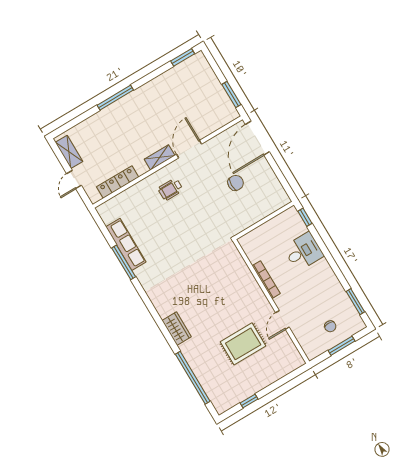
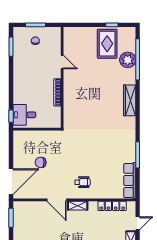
door: (189, 149) -> (57, 200), hinge flipped
row of seats: (126, 244) -> (130, 180), moved
desk: (303, 252) -> (24, 115), moved
door: (282, 320) -> (62, 62), hinge flipped
wardrobe: (177, 329) -> (130, 100), width x1.50
rug: (243, 344) -> (107, 44), moved, turned 90
plant: (204, 370) -> (128, 60), added

